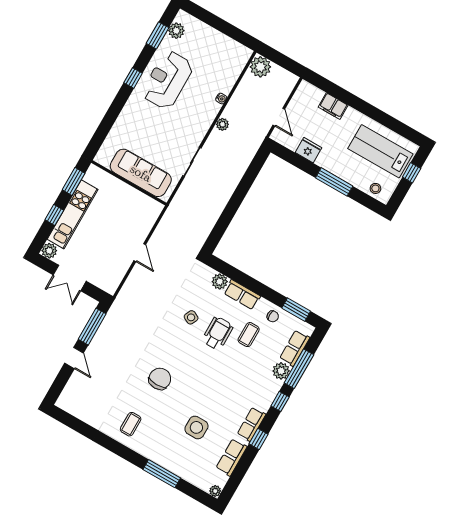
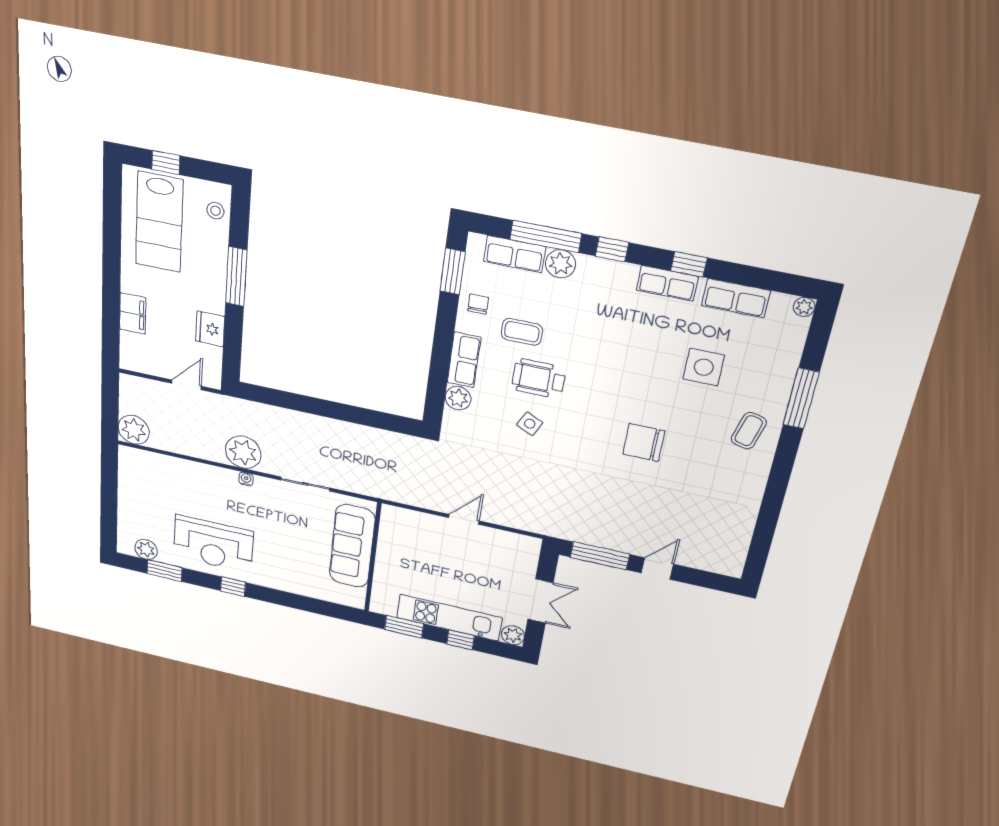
water cooler: (221, 99) -> (246, 479), moved
plant: (222, 124) -> (243, 452), width x1.87, depth x1.87
coffee table: (131, 424) -> (749, 431), moved, turned -76

